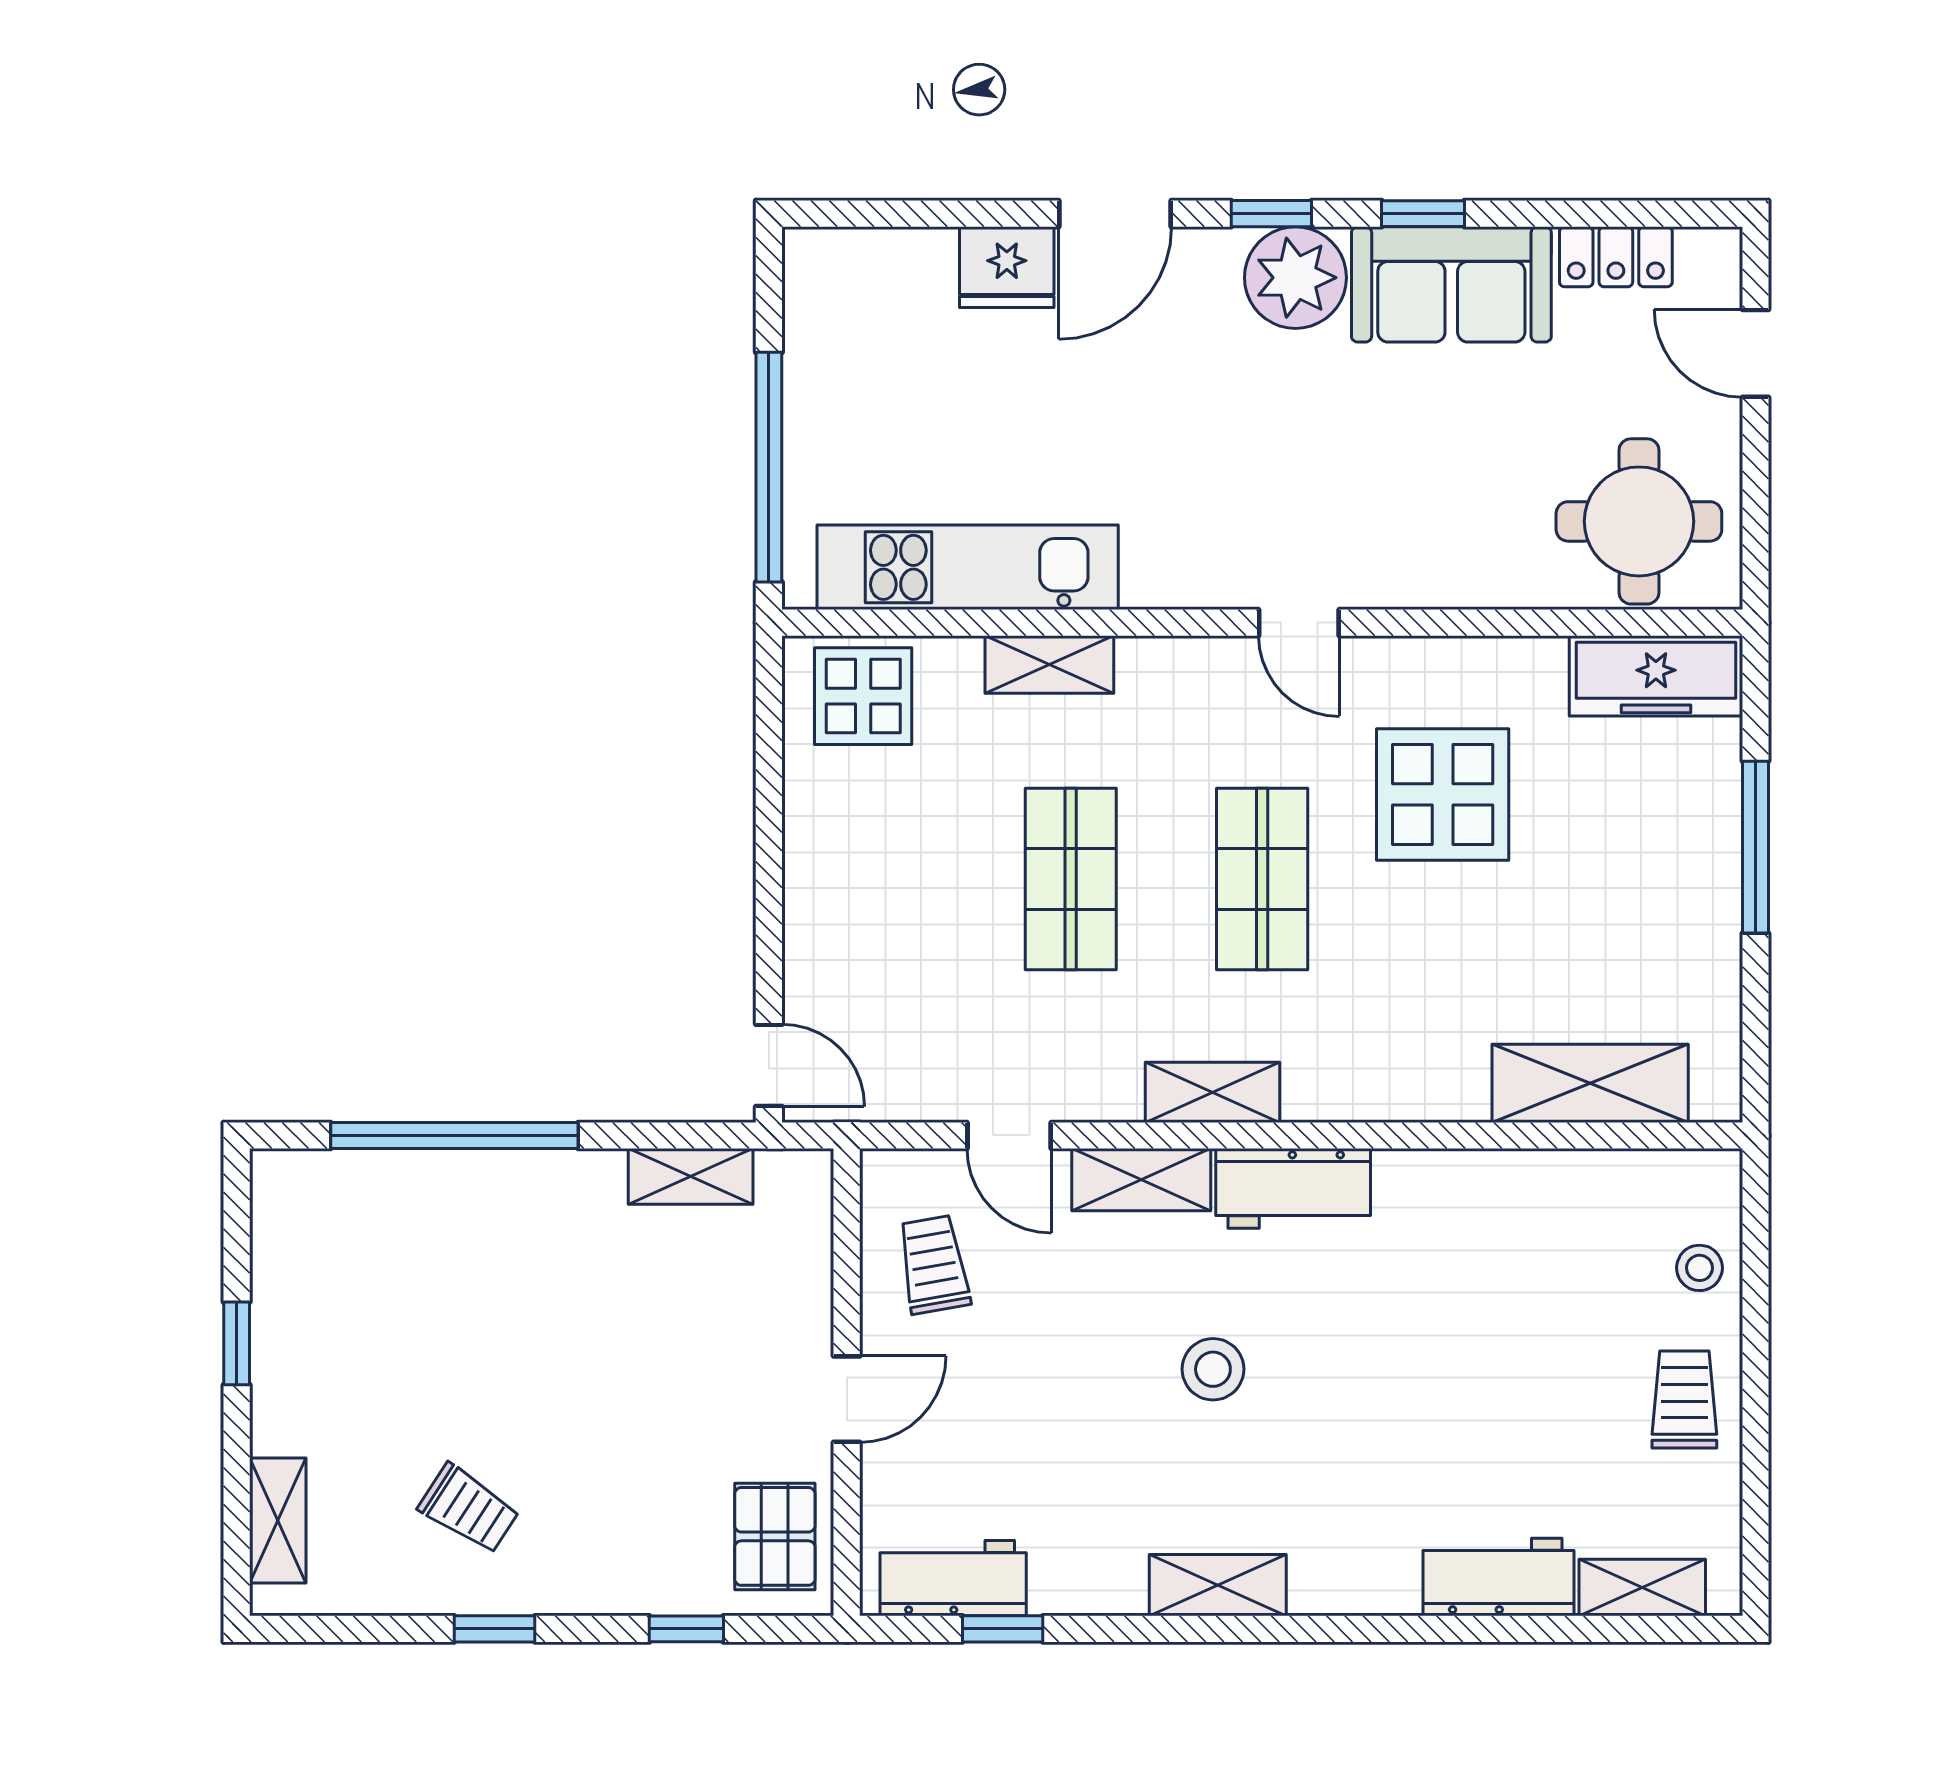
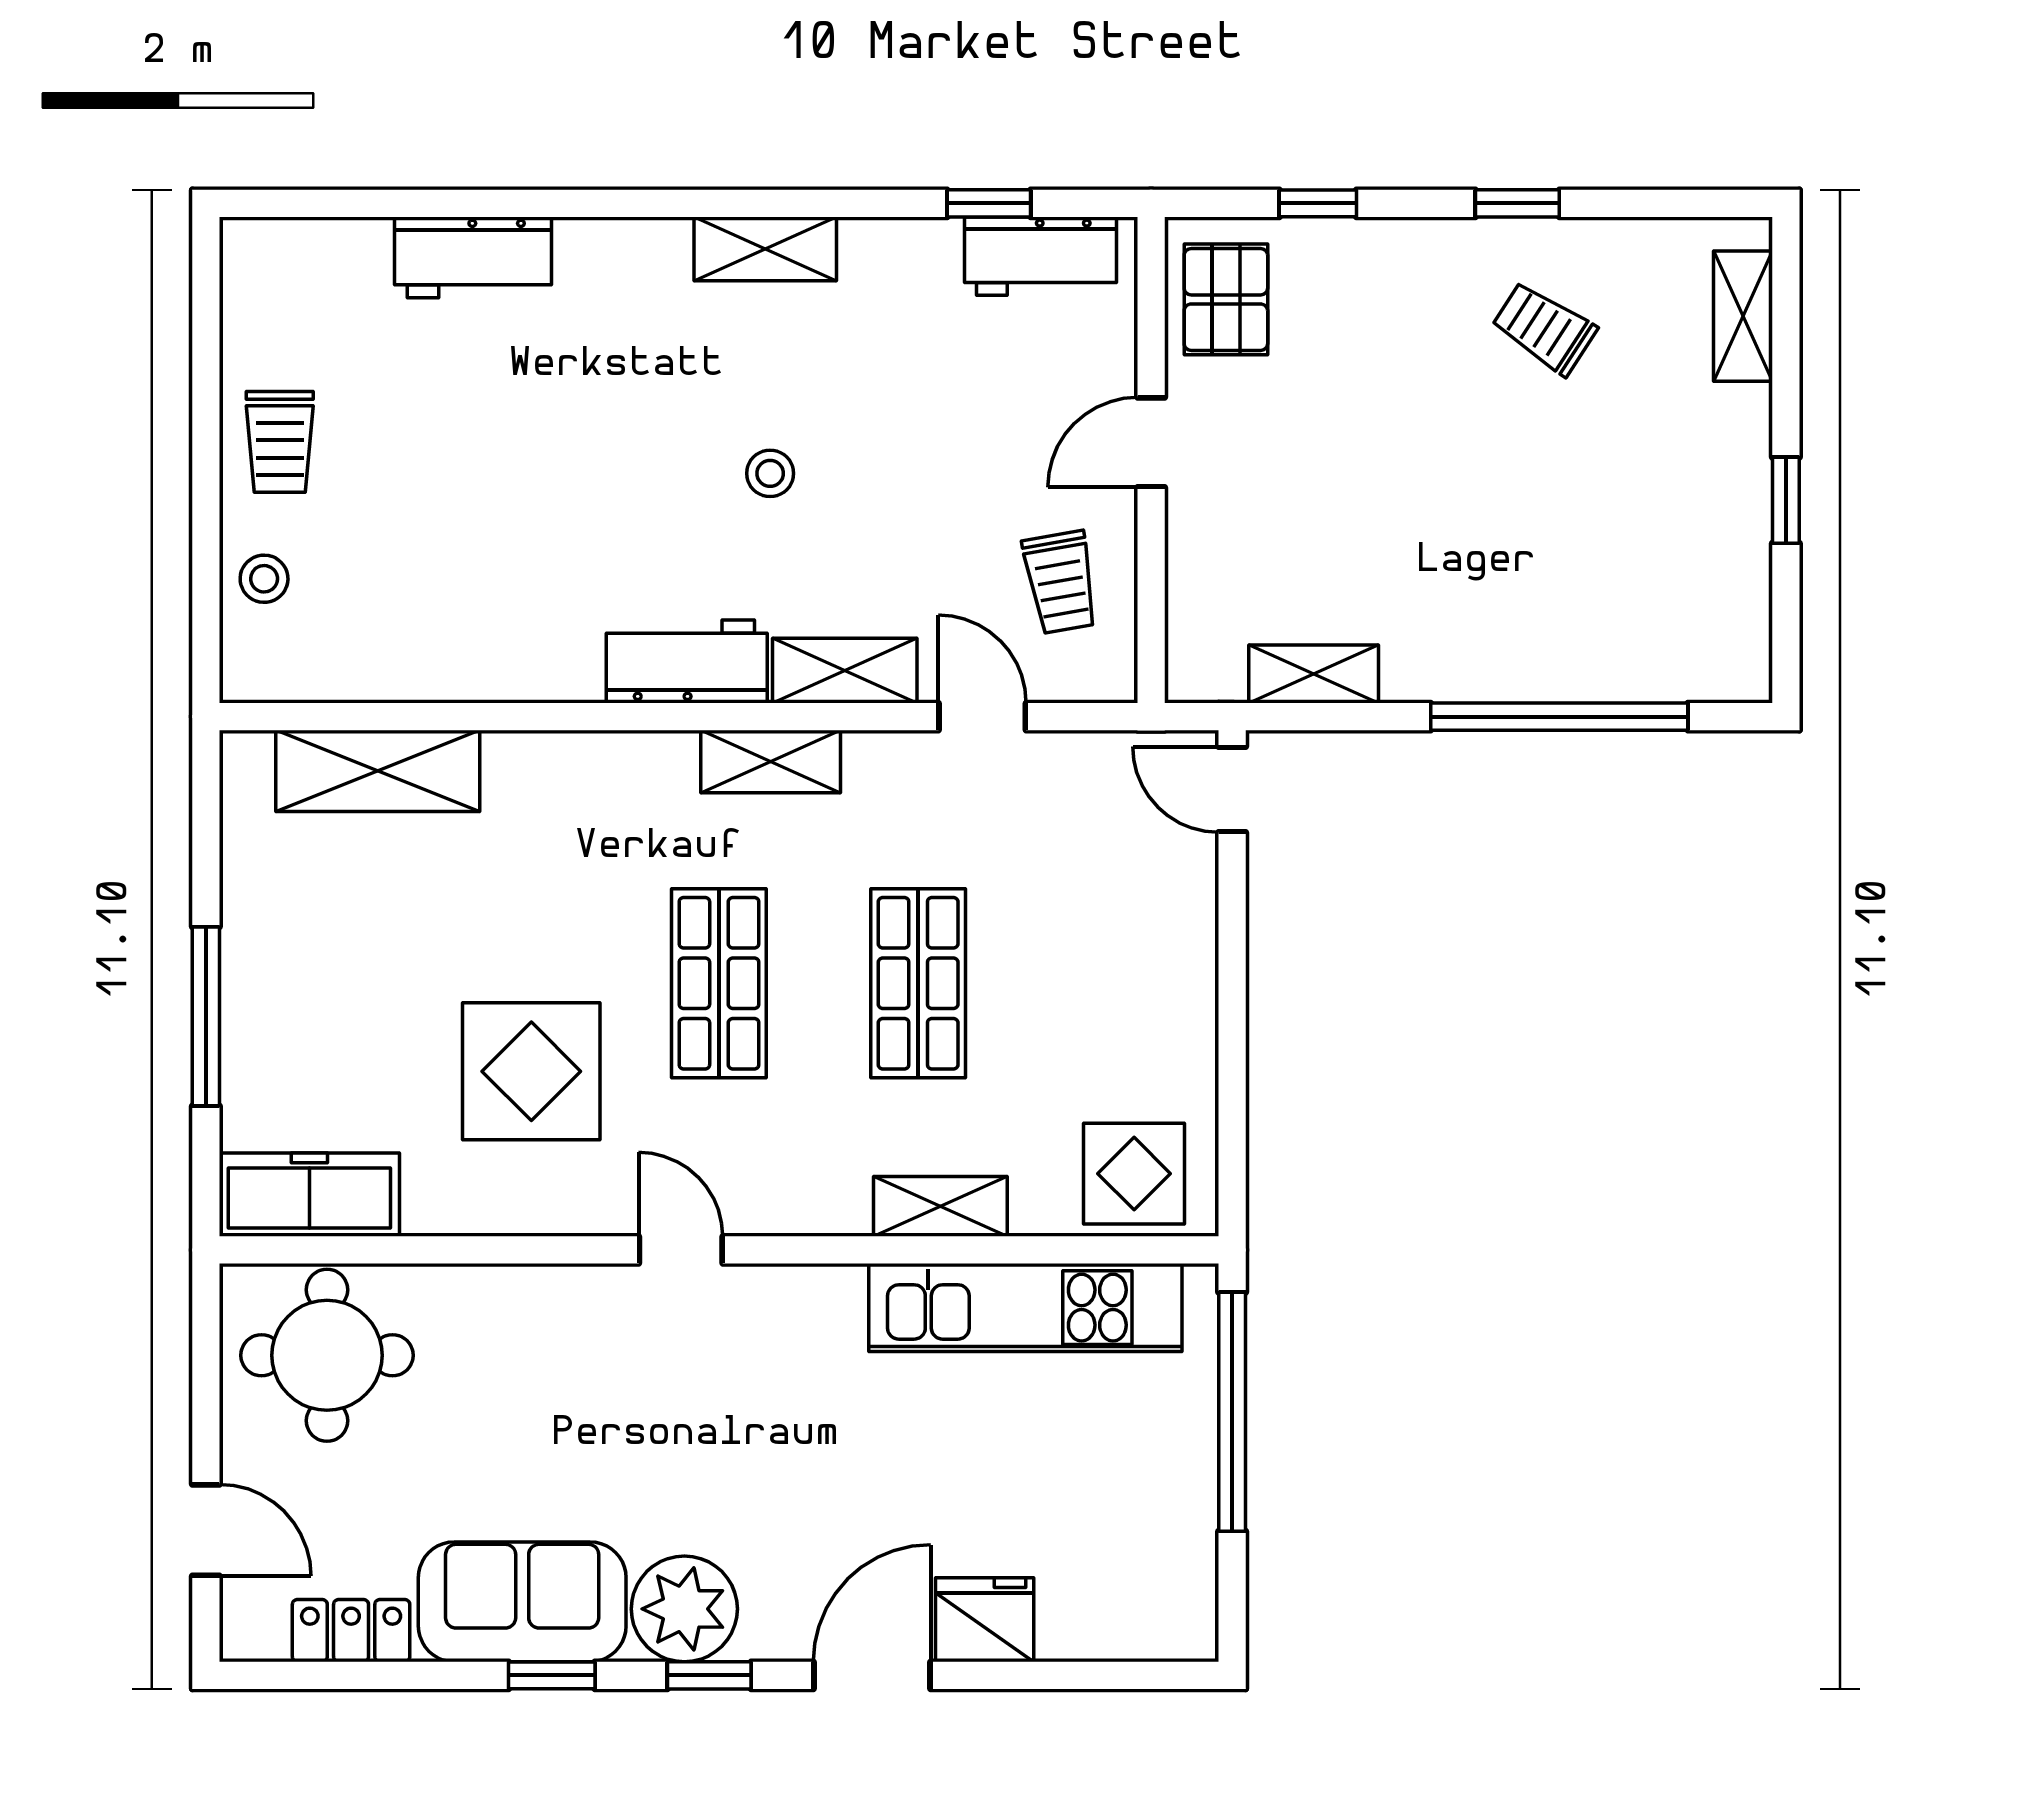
stool: (1213, 1369) -> (770, 473), width x0.73, depth x0.73
shelving: (1642, 1587) -> (324, 246), removed

